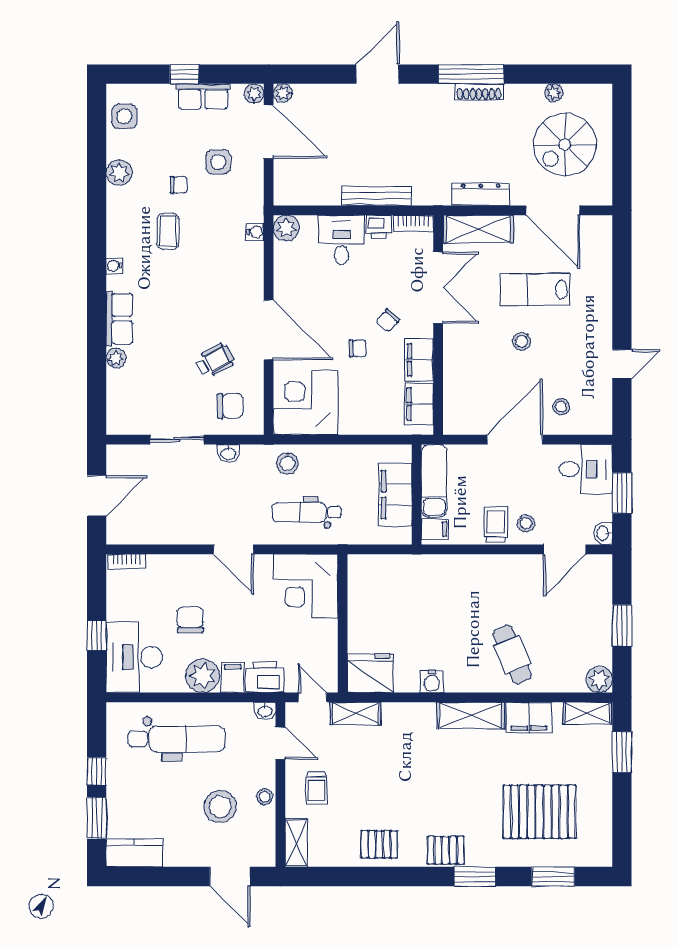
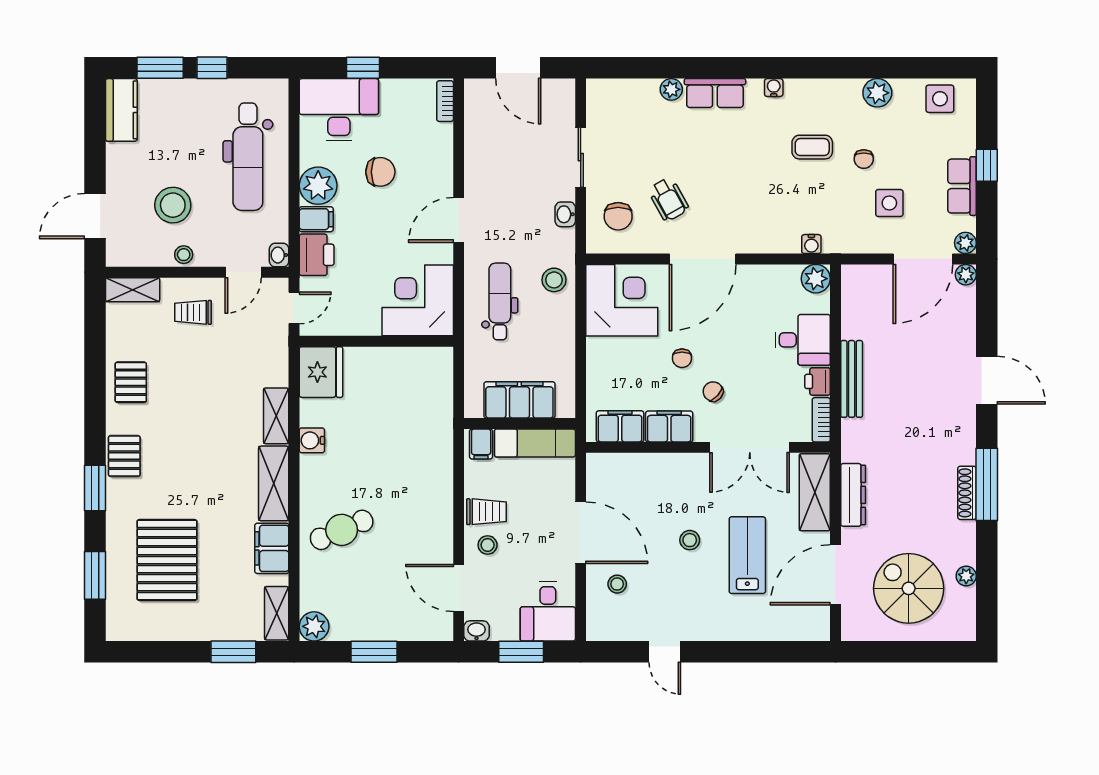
shelving: (356, 714) -> (276, 416), moved

